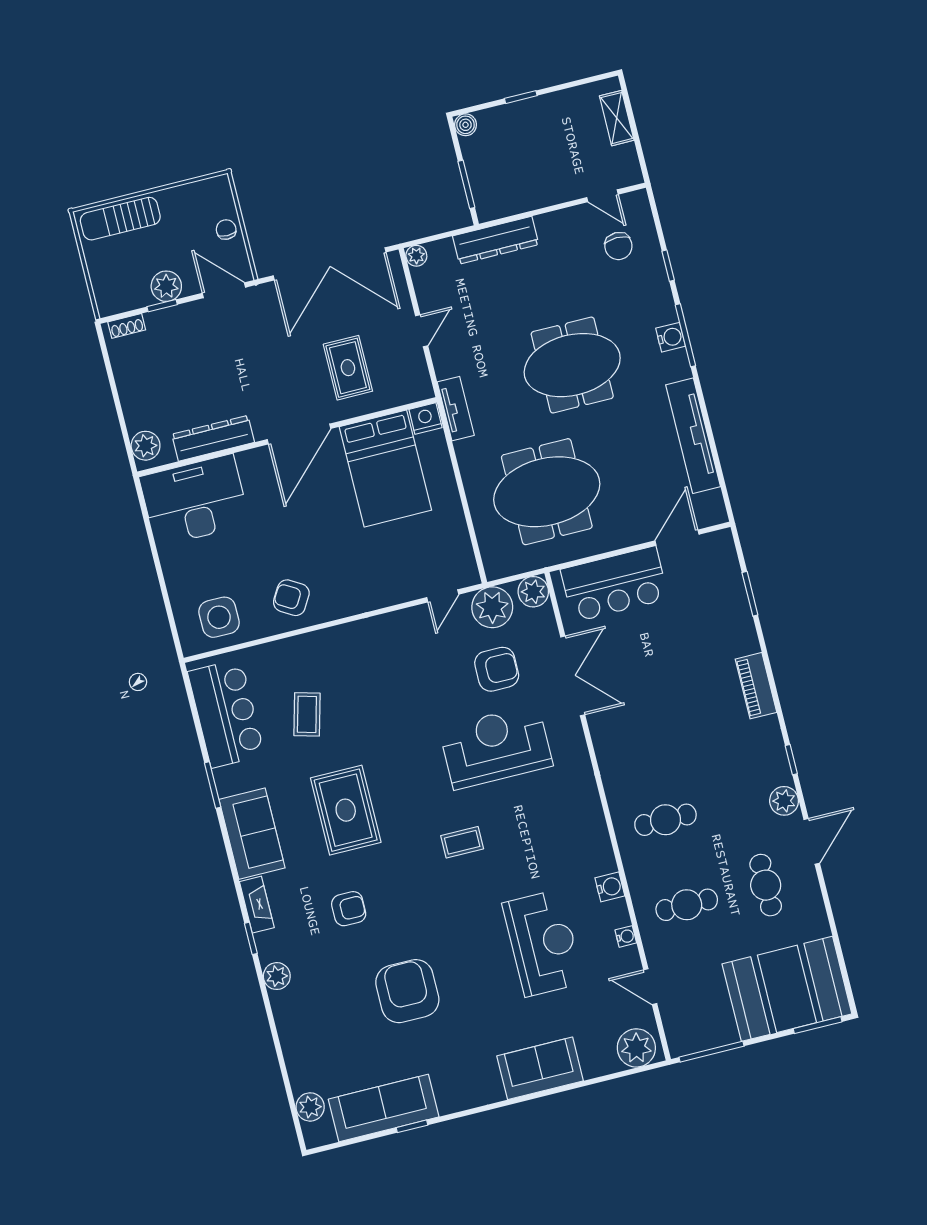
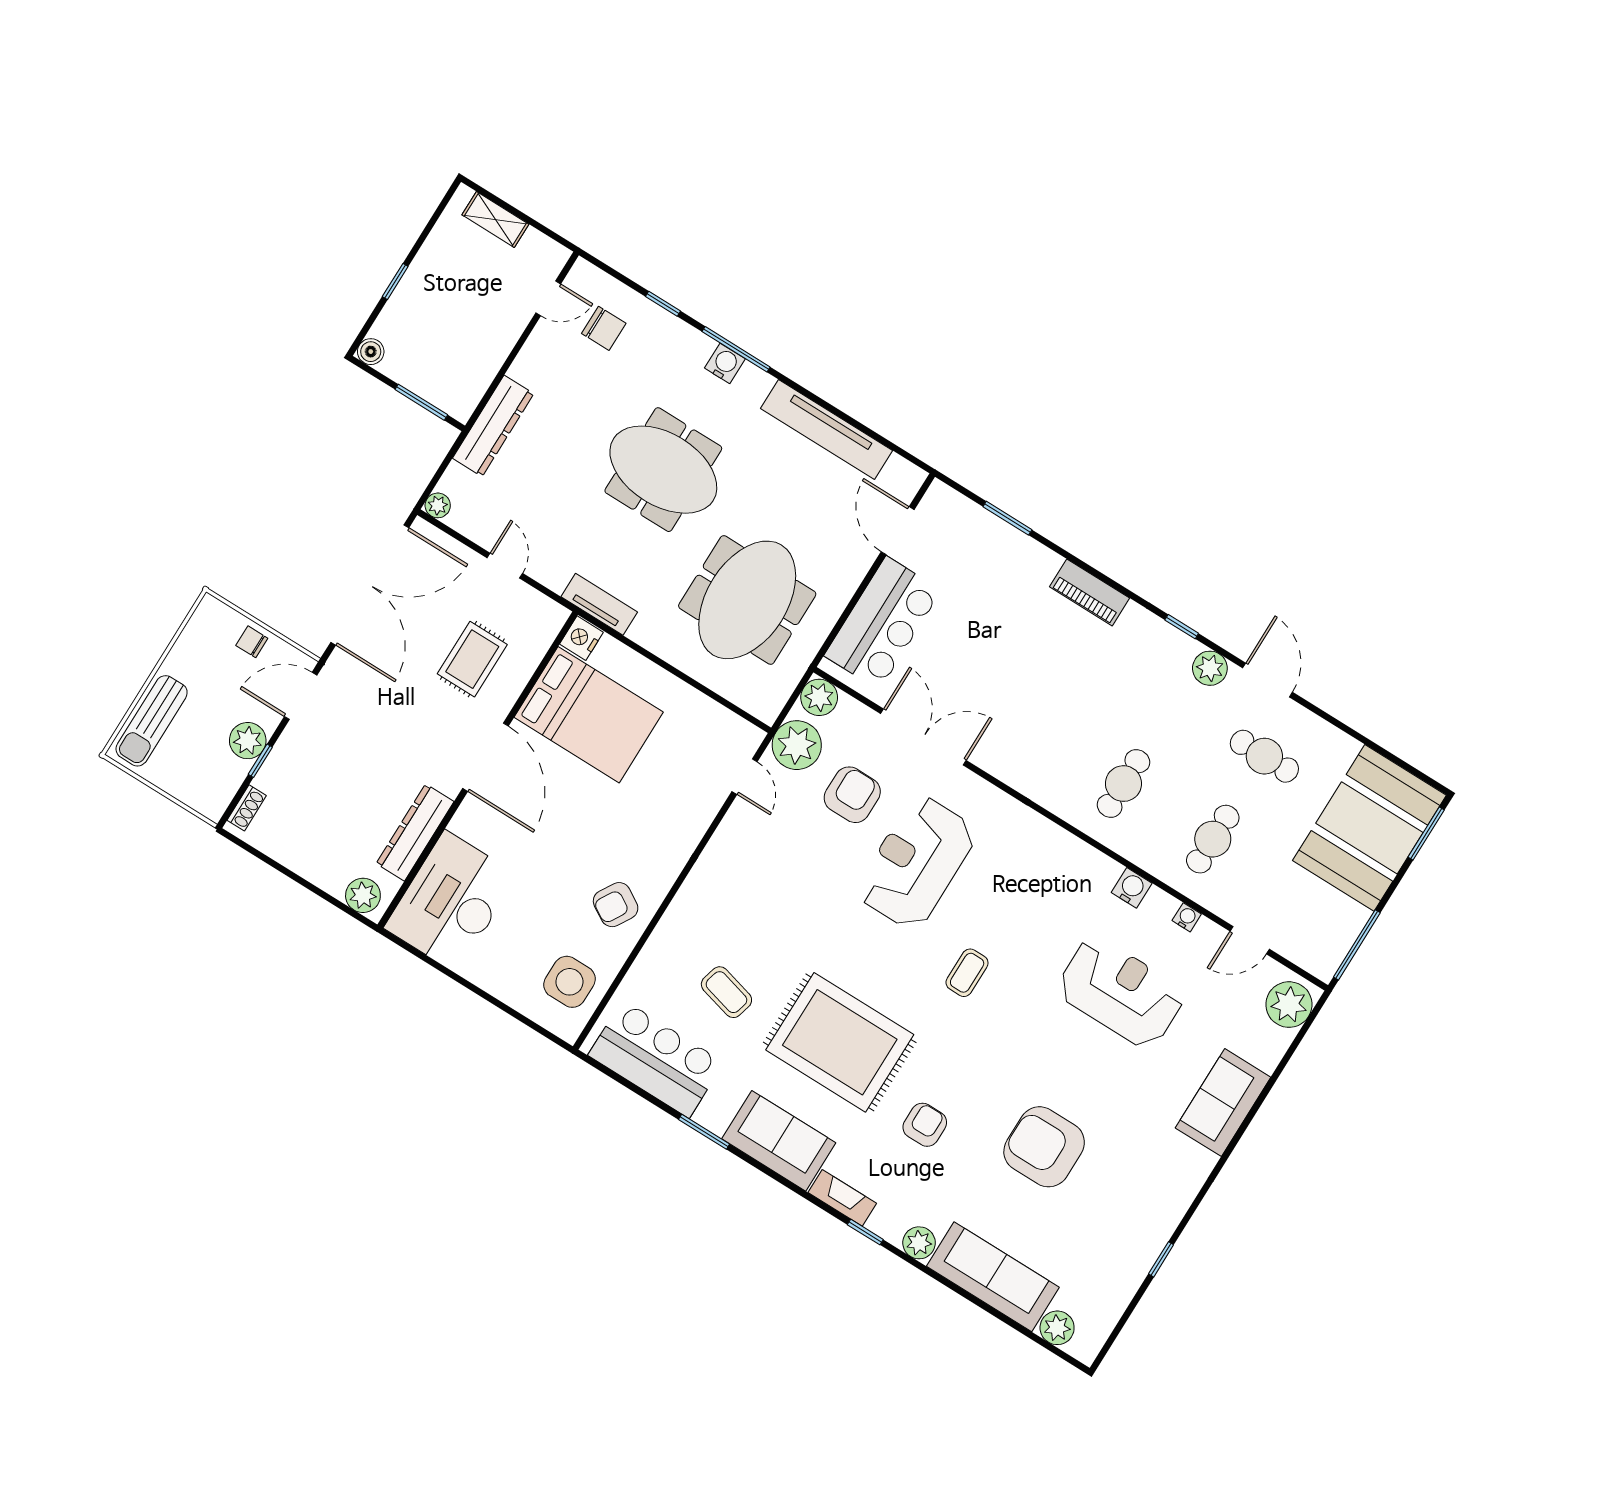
meeting table: (572, 365) -> (663, 470), turned 90
rug: (348, 368) -> (472, 659), turned 90
rug: (346, 810) -> (840, 1042), width x1.37, depth x1.44
sofa: (384, 1108) -> (993, 1277), moved, turned 90

